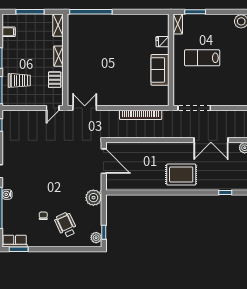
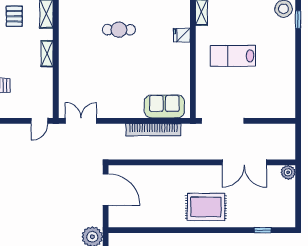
cafe table: (114, 38) -> (119, 30), added
sofa: (160, 70) -> (164, 106), moved, turned 90
pallet: (55, 80) -> (14, 16), moved

